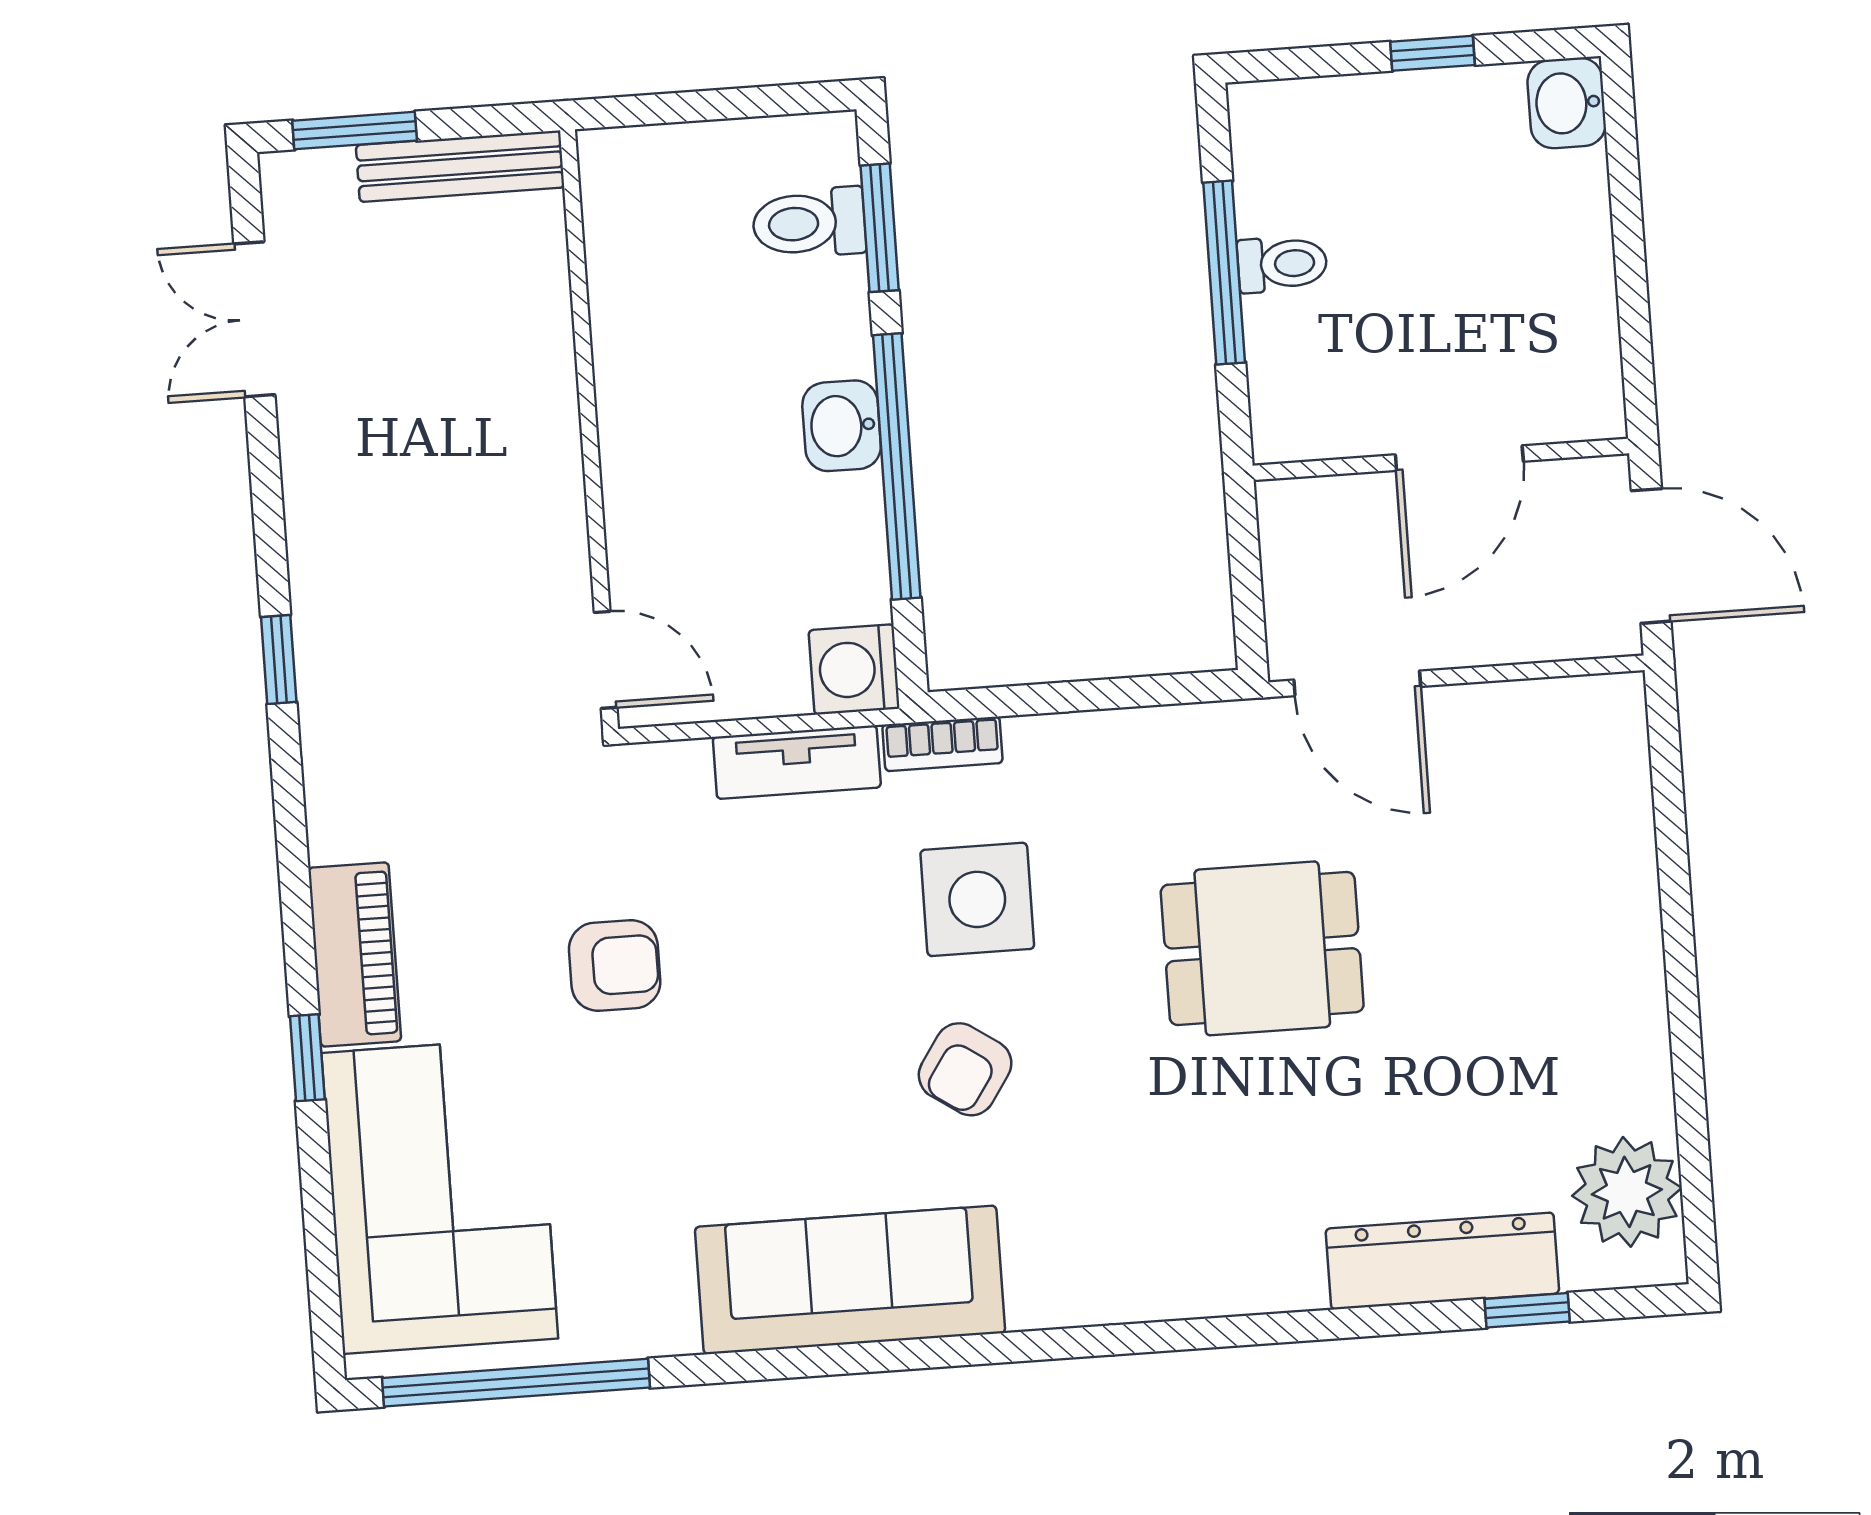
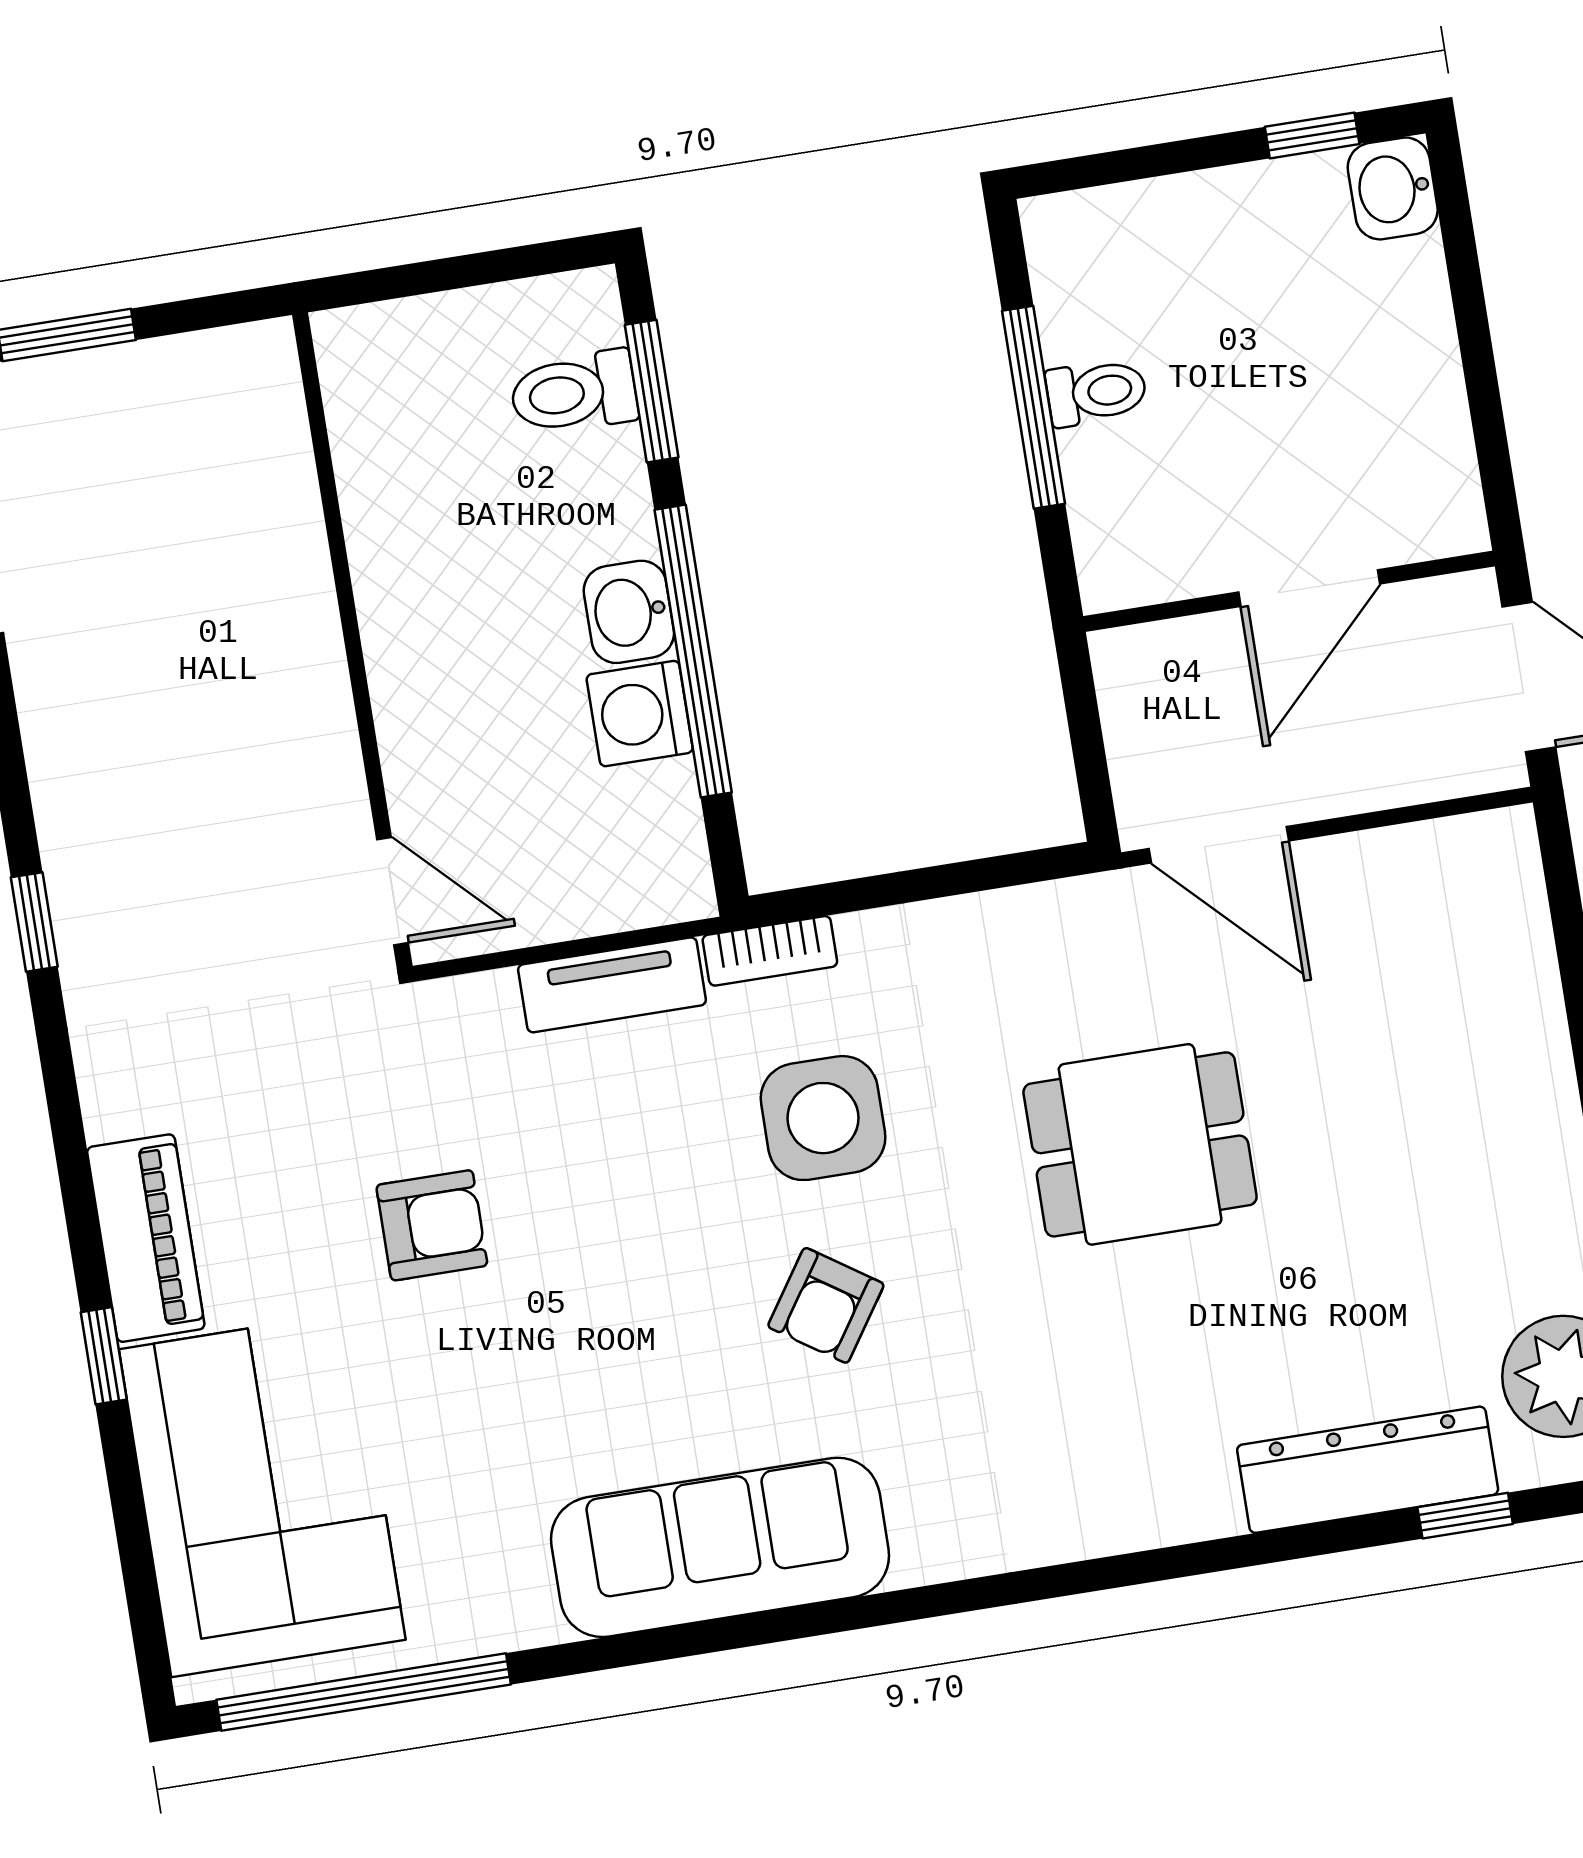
window: (1432, 53) -> (1312, 135), moved
bench: (460, 166) -> (186, 364), removed
washing machine: (854, 669) -> (640, 714), moved

